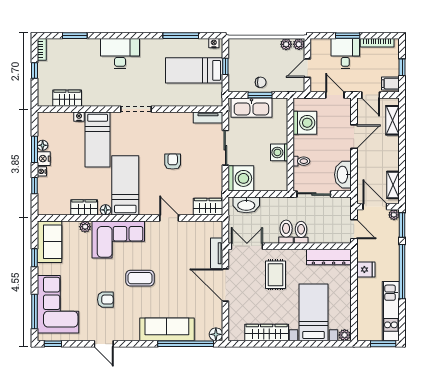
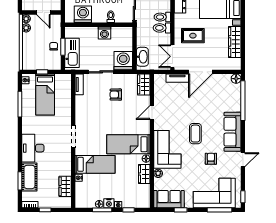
cot: (80, 49) -> (29, 177), added
armchair: (173, 162) -> (116, 95), moved
sofa: (167, 329) -> (232, 132), moved

